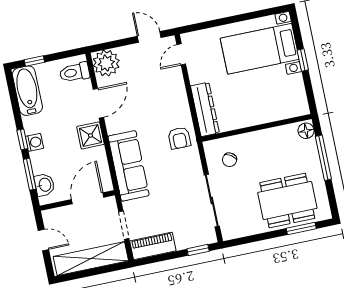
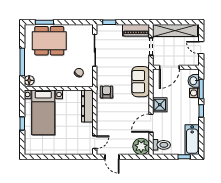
bed with nightstands: (260, 49) -> (43, 112), moved, turned 90
washing machine: (34, 142) -> (194, 93), moved
sofa: (129, 166) -> (141, 82), width x0.73

